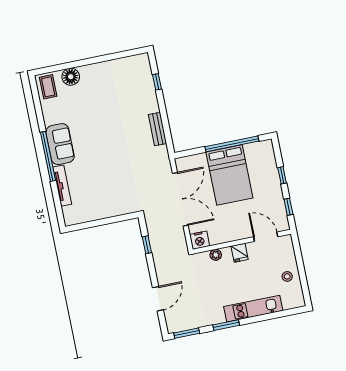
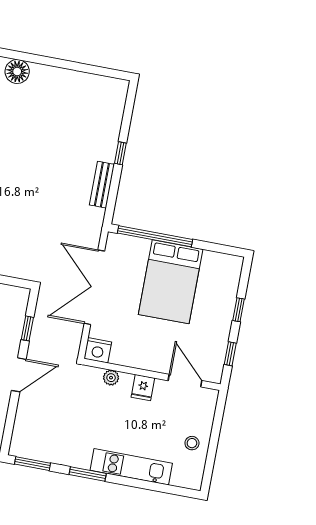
window: (157, 82) -> (120, 153), moved
window: (232, 144) -> (155, 236), moved
double door: (180, 199) -> (94, 287), swing flipped
door: (158, 299) -> (19, 375), moved

